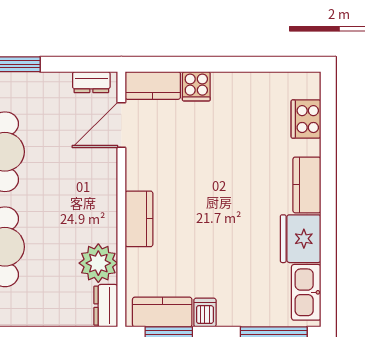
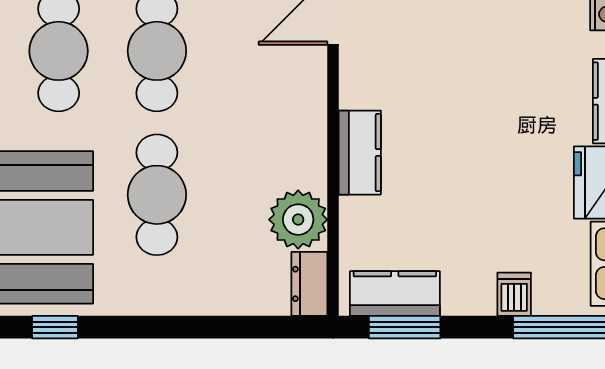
dishwasher: (205, 313) -> (514, 294), moved

